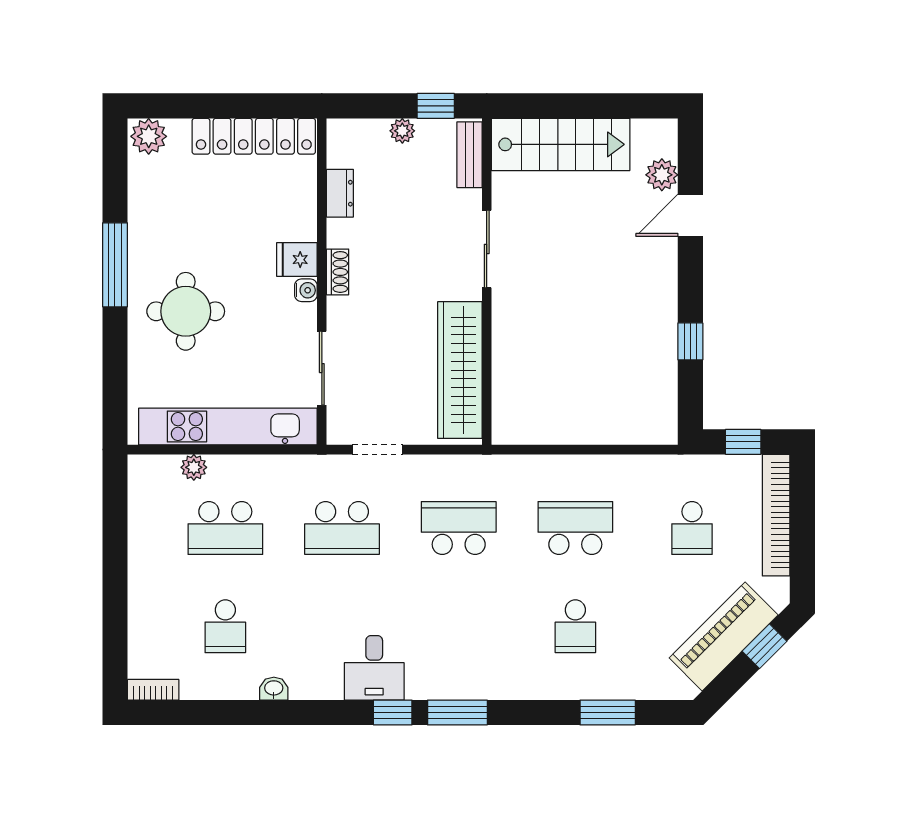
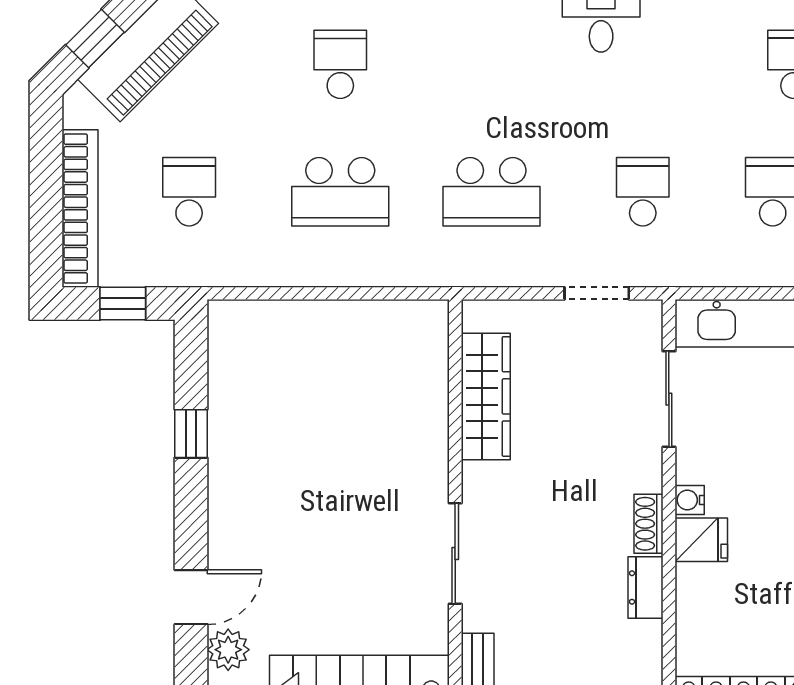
dresser: (340, 193) -> (646, 587), moved
wardrobe: (460, 370) -> (486, 396), width x0.71, depth x0.85
school desk: (342, 528) -> (643, 192), width x0.54

